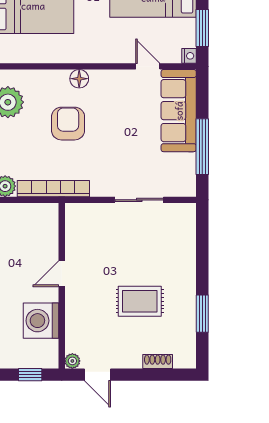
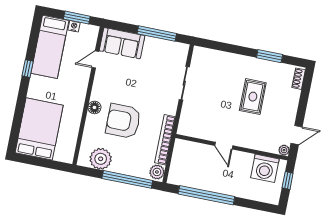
nightstand: (189, 56) -> (74, 26), moved
sofa: (179, 111) -> (122, 43), width x0.73
armchair: (68, 124) -> (123, 121), width x1.36, depth x1.36
washing machine: (41, 321) -> (265, 168), moved
shoe rack: (158, 361) -> (299, 79), moved

